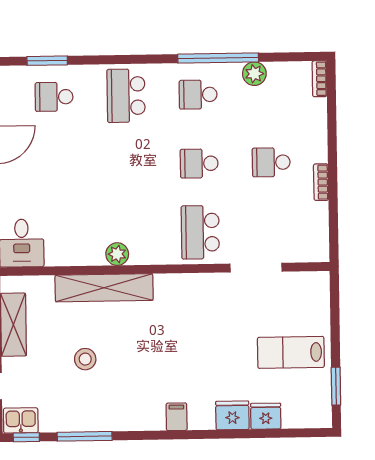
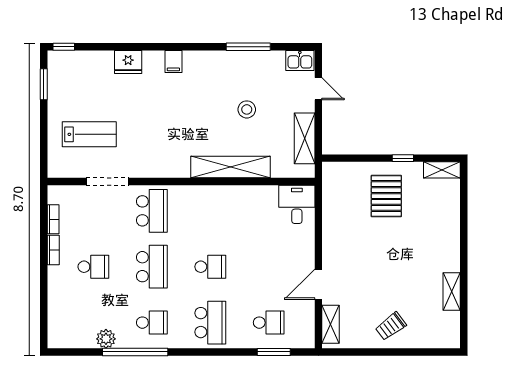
bookcase: (320, 79) -> (53, 219), moved
school desk: (199, 163) -> (152, 267), width x1.85
school desk: (127, 165) -> (210, 267), added
plant: (117, 254) -> (219, 194), removed
lab bench: (291, 352) -> (89, 134), moved
fridge: (266, 416) -> (101, 61), removed
window: (26, 437) -> (64, 47), moved

